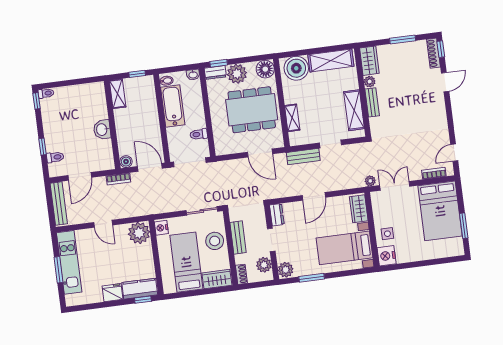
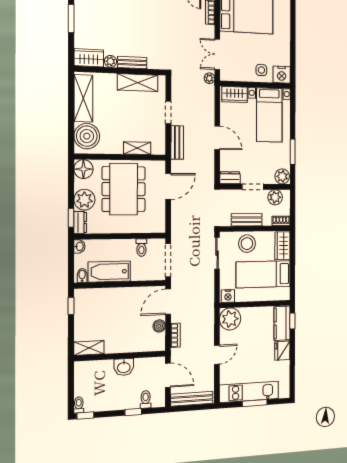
shelving: (118, 94) -> (89, 348), moved
wall: (112, 125) -> (120, 356), moved
washbasin: (102, 129) -> (124, 367), moved

